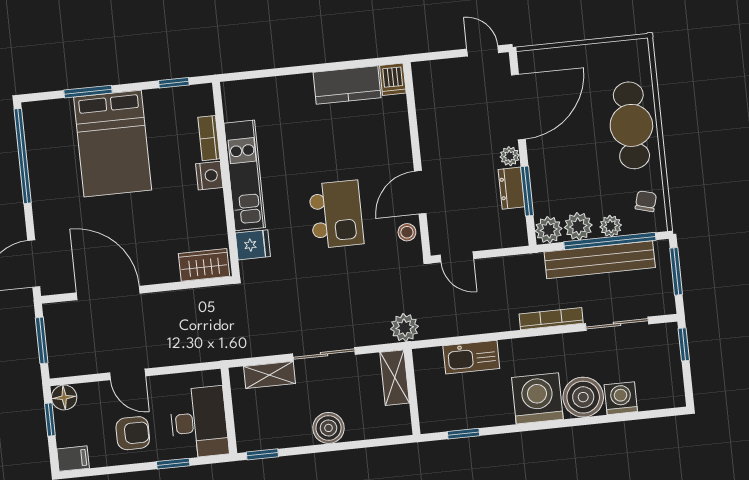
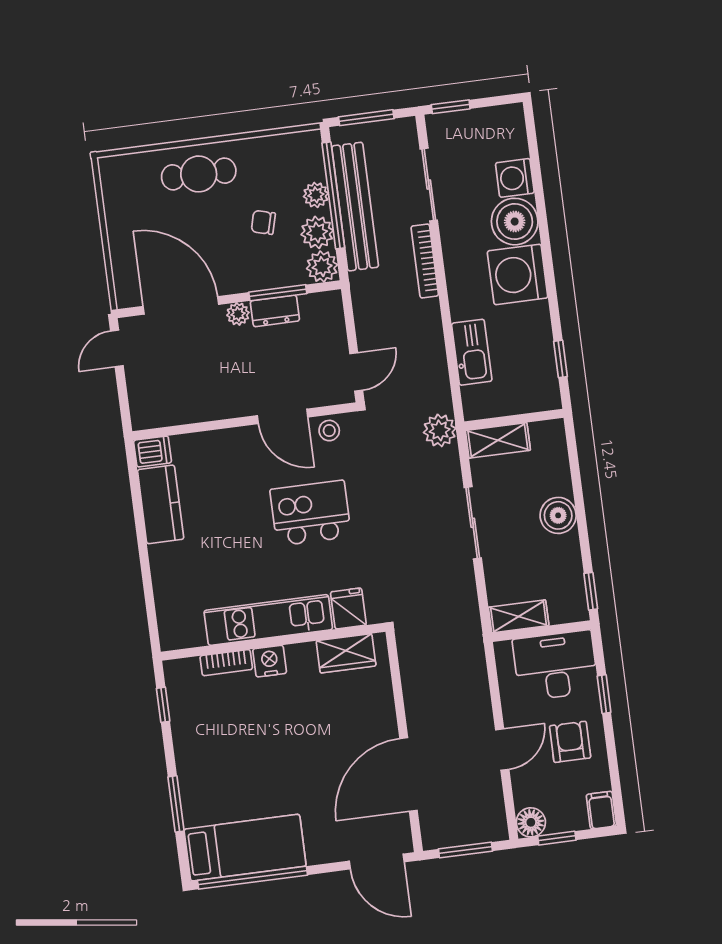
cafe table: (631, 125) -> (199, 174), width x0.73, depth x0.74
bed: (113, 144) -> (245, 848), moved, width x0.67
chair: (646, 201) -> (263, 222), moved
wardrobe: (204, 265) -> (346, 653), moved, turned -90
shelving: (270, 375) -> (519, 616), moved, turned 90

